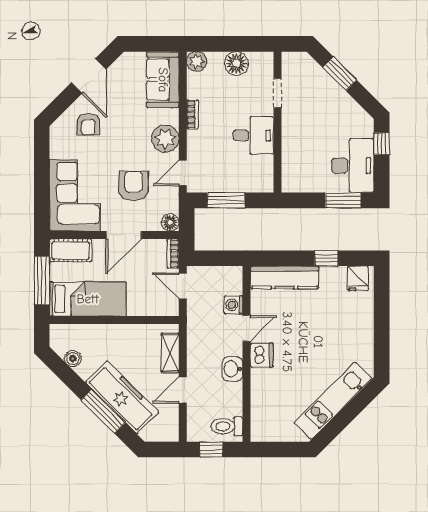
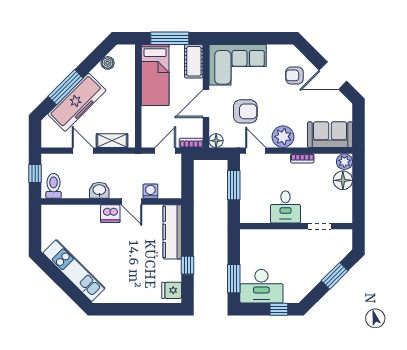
floor lamp: (236, 63) -> (343, 180), moved
door: (124, 235) -> (206, 104), hinge flipped

